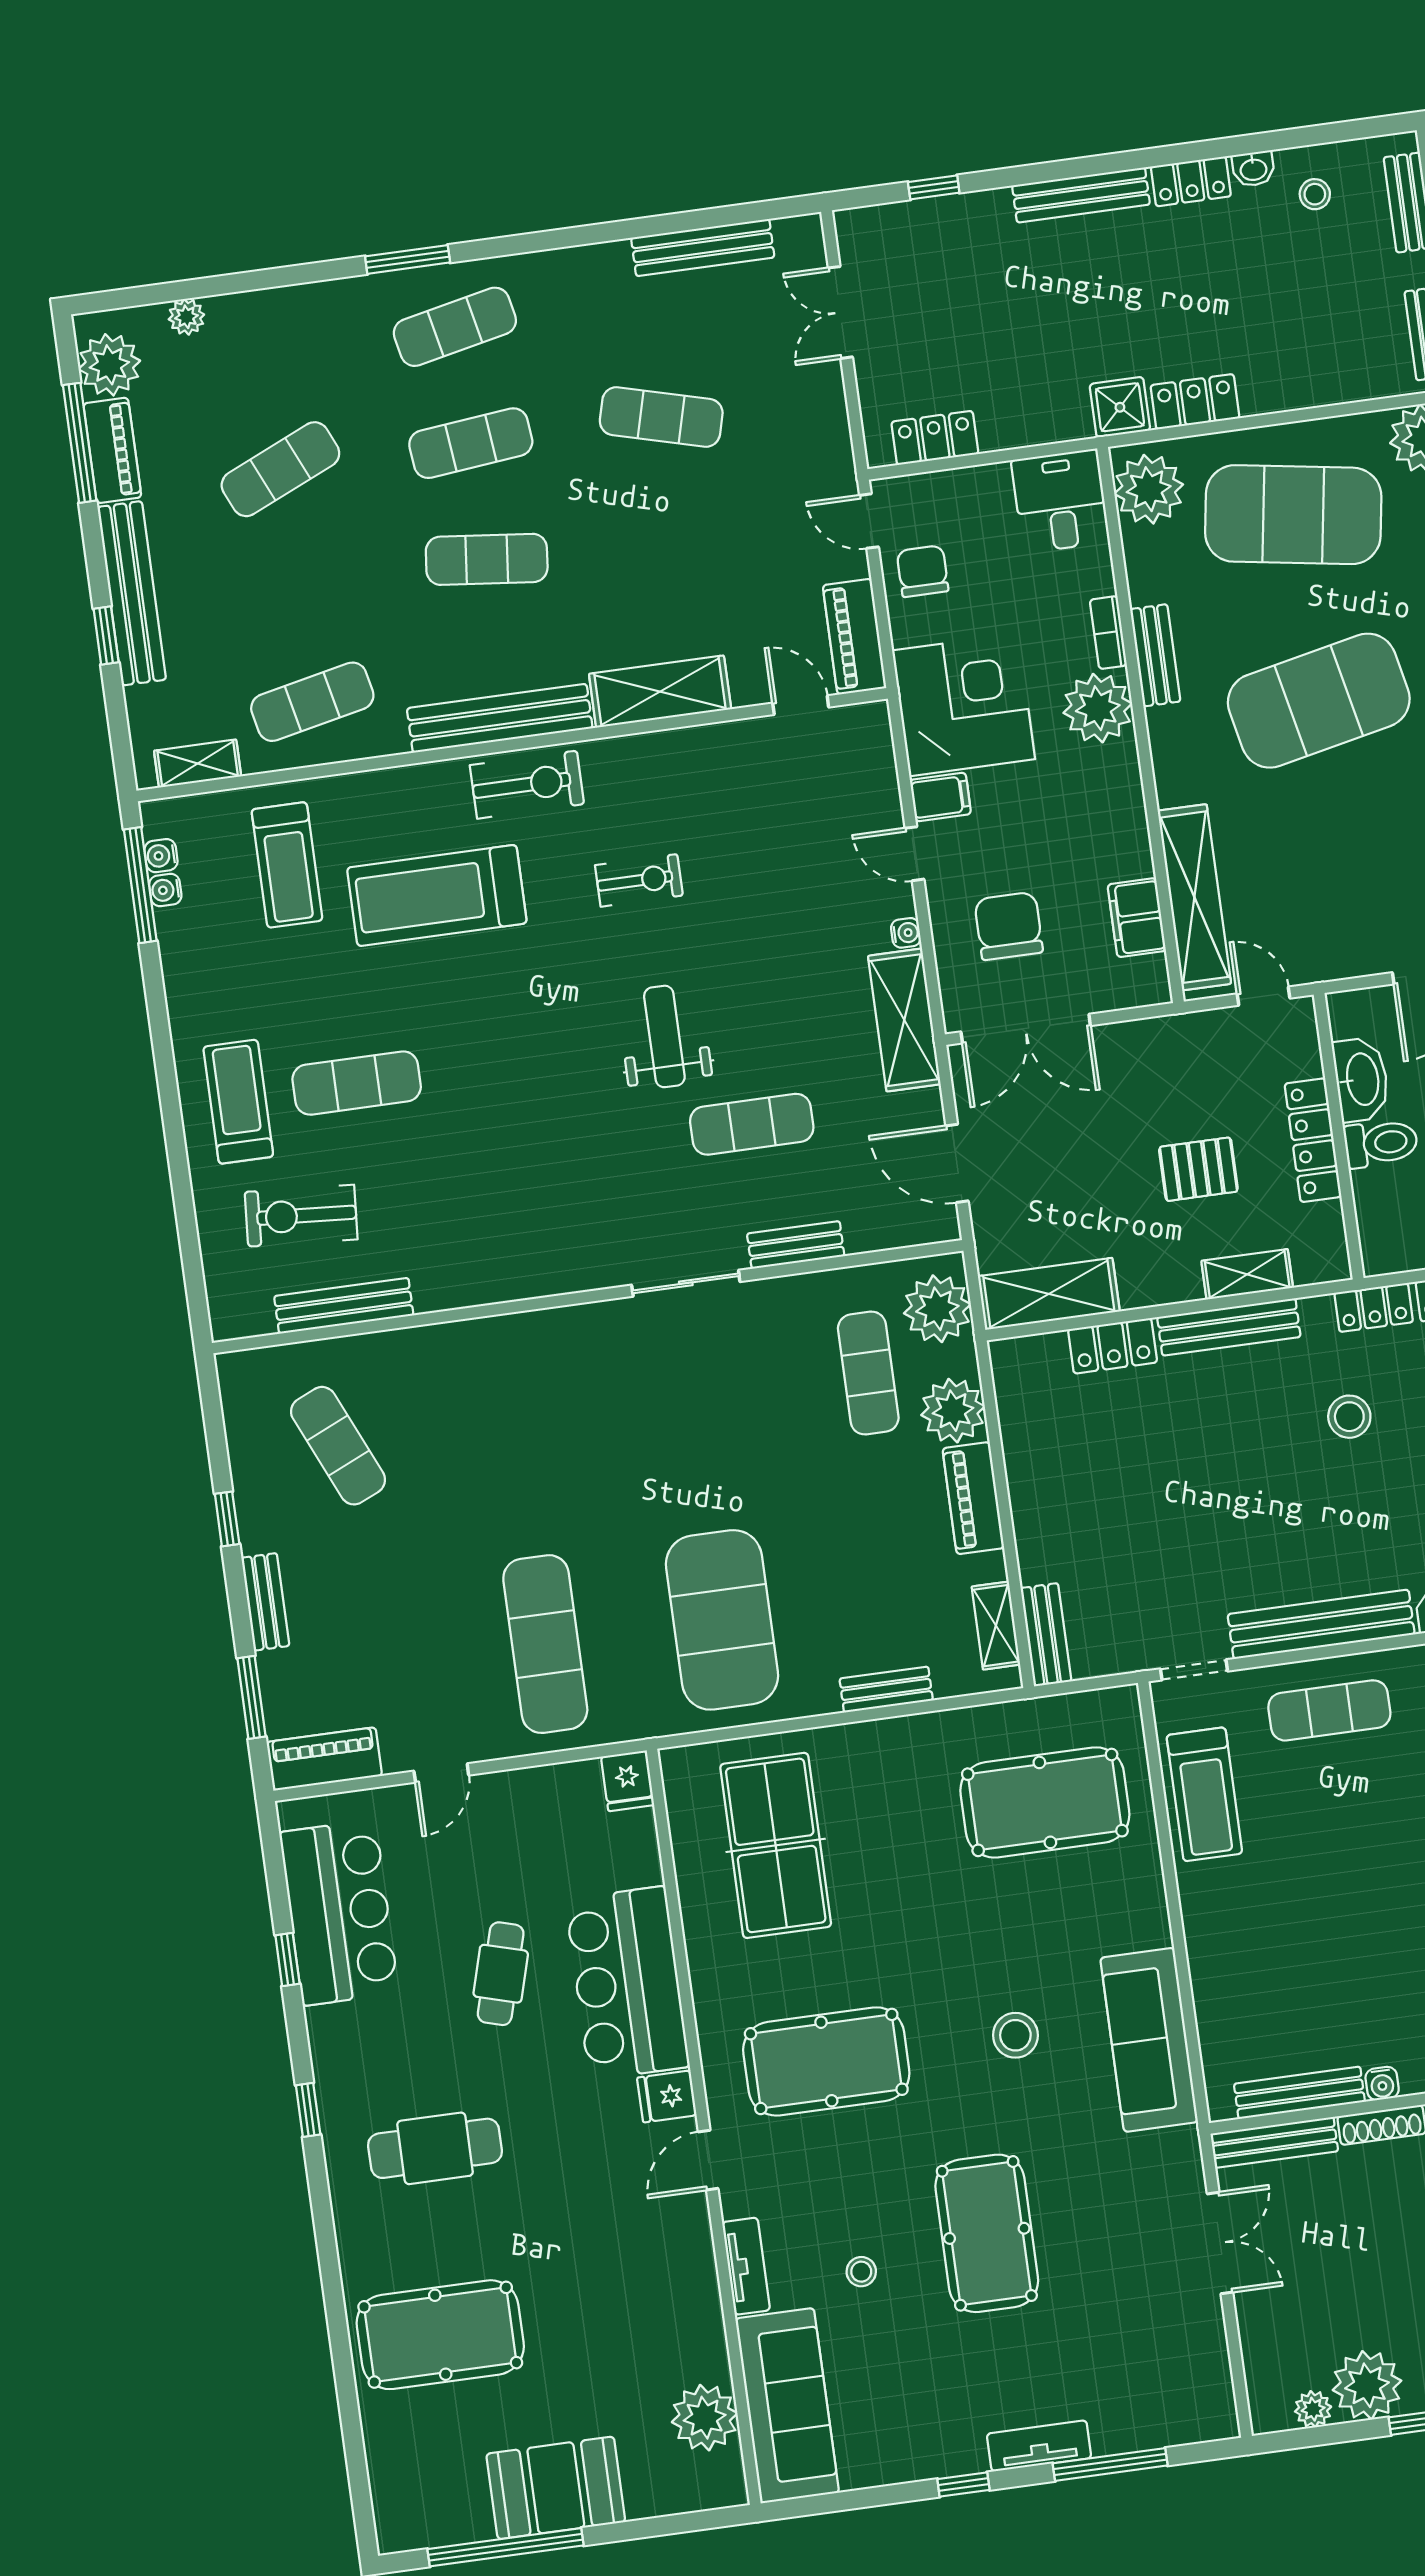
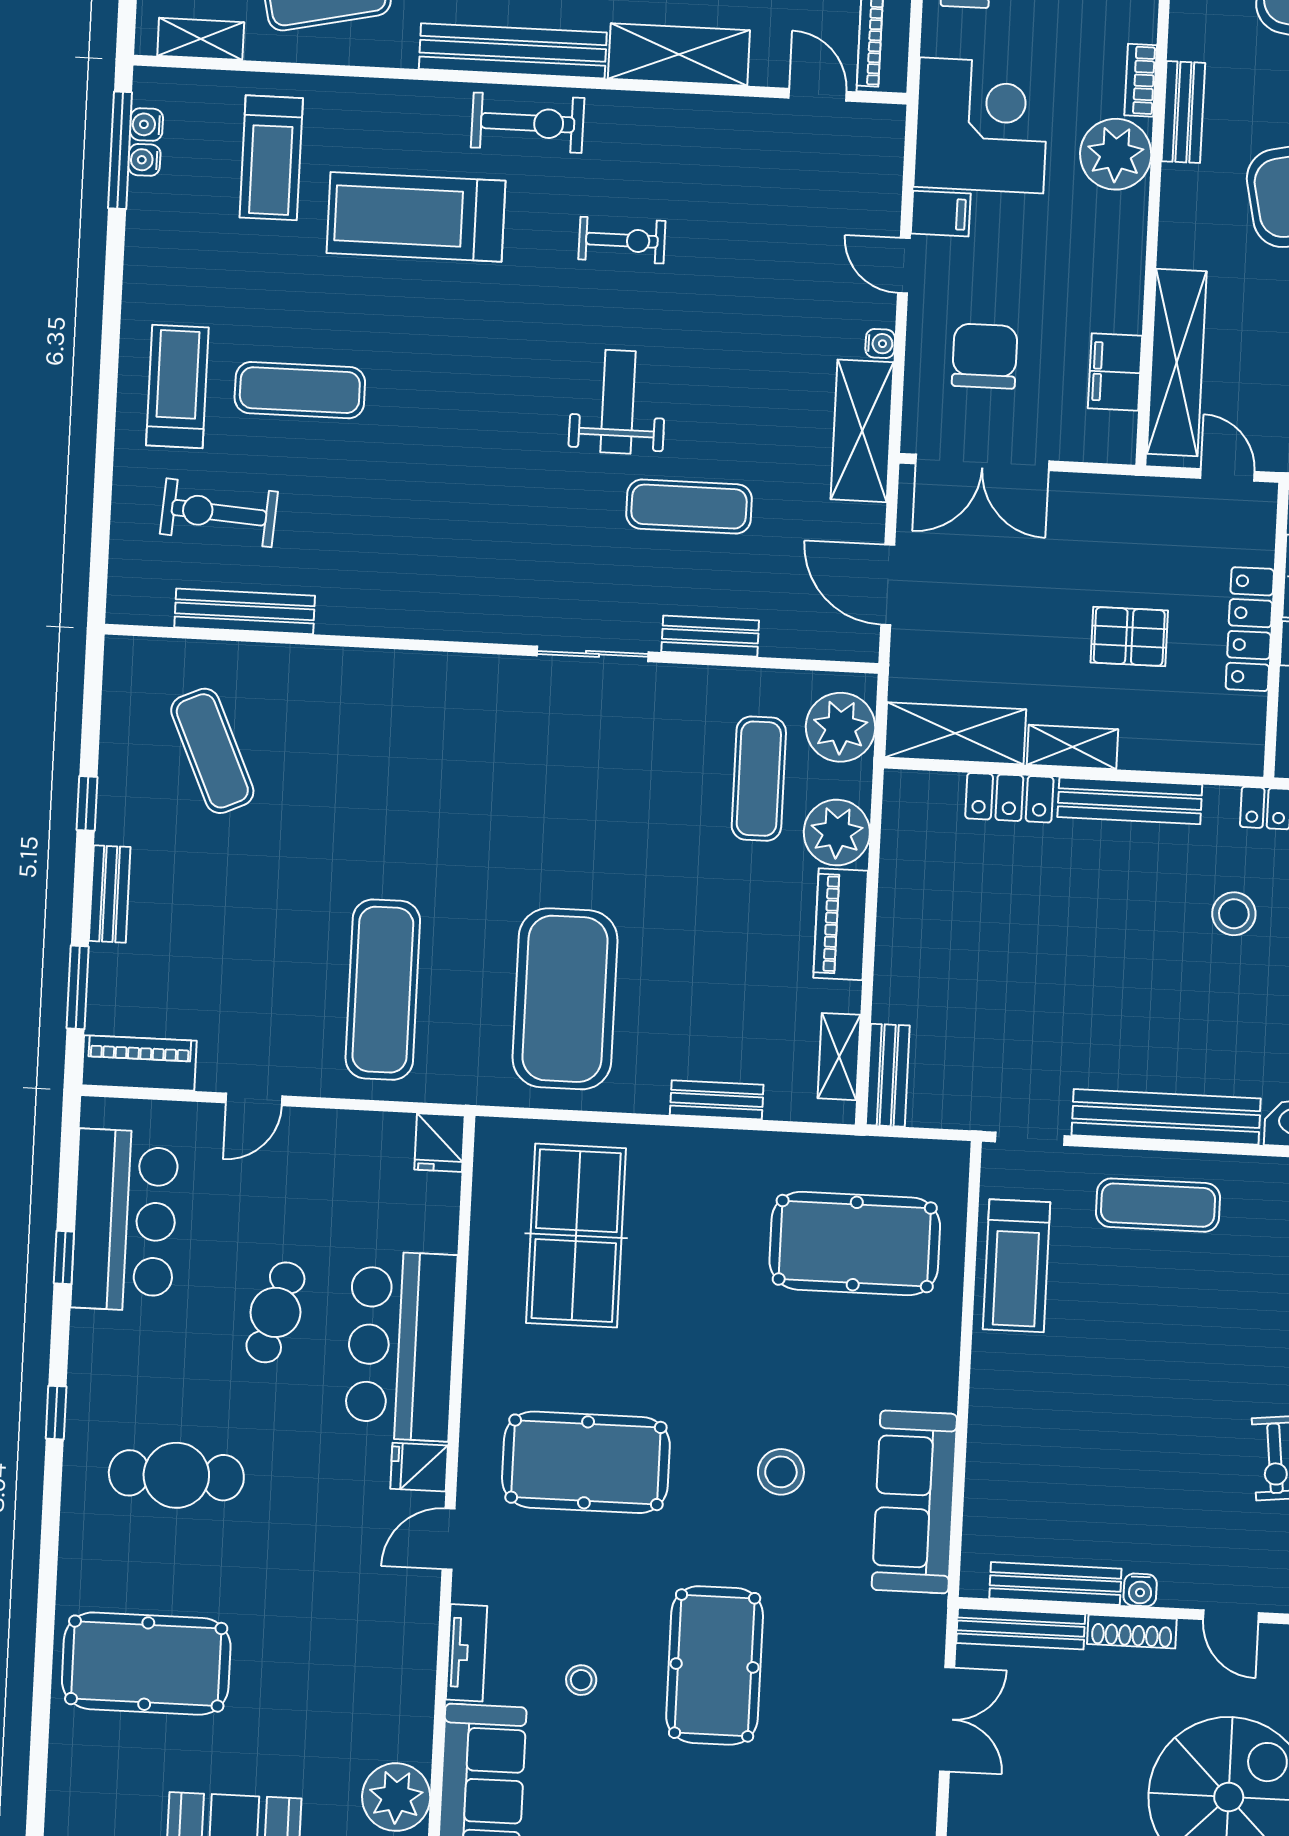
shelving: (1247, 1274) -> (1072, 747), moved

